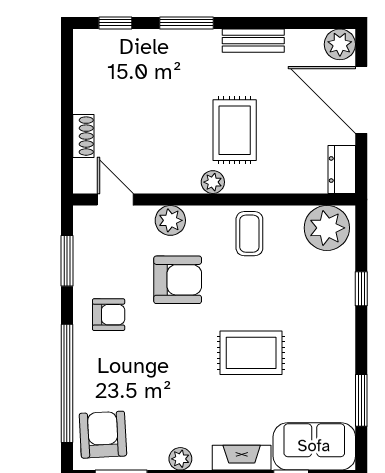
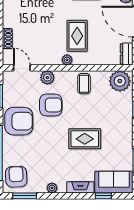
armchair: (109, 315) -> (19, 121), width x1.88, depth x1.88

